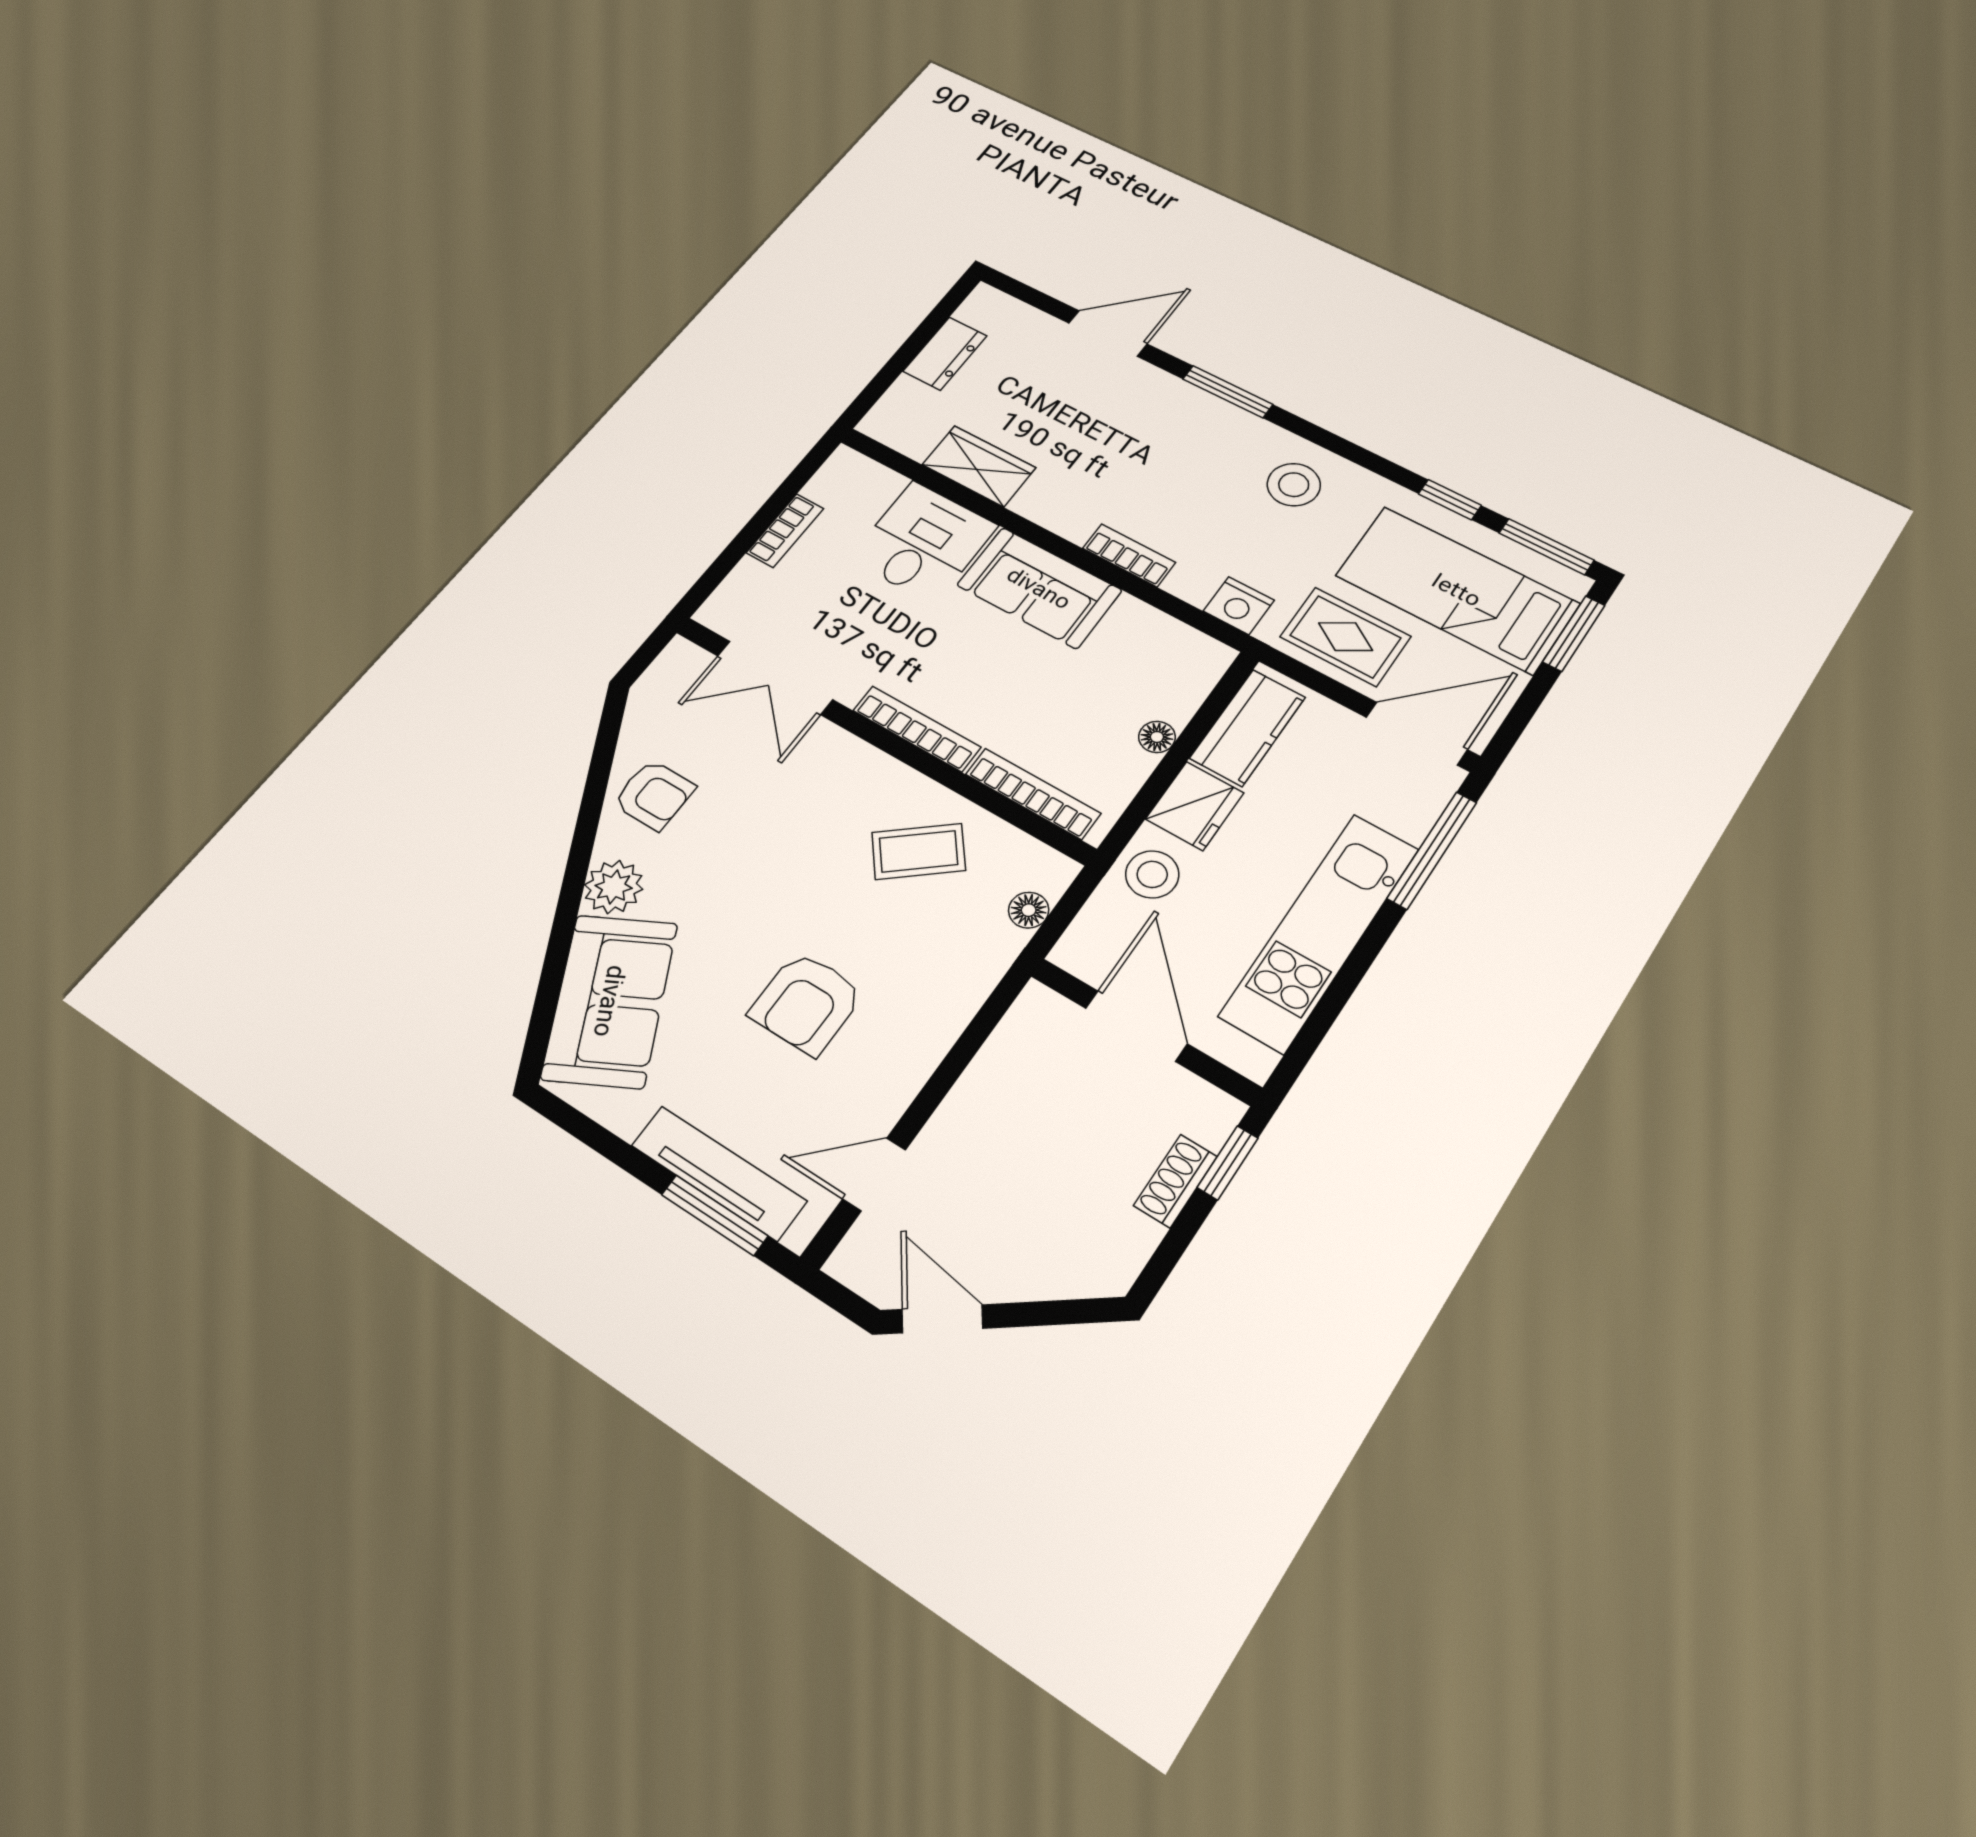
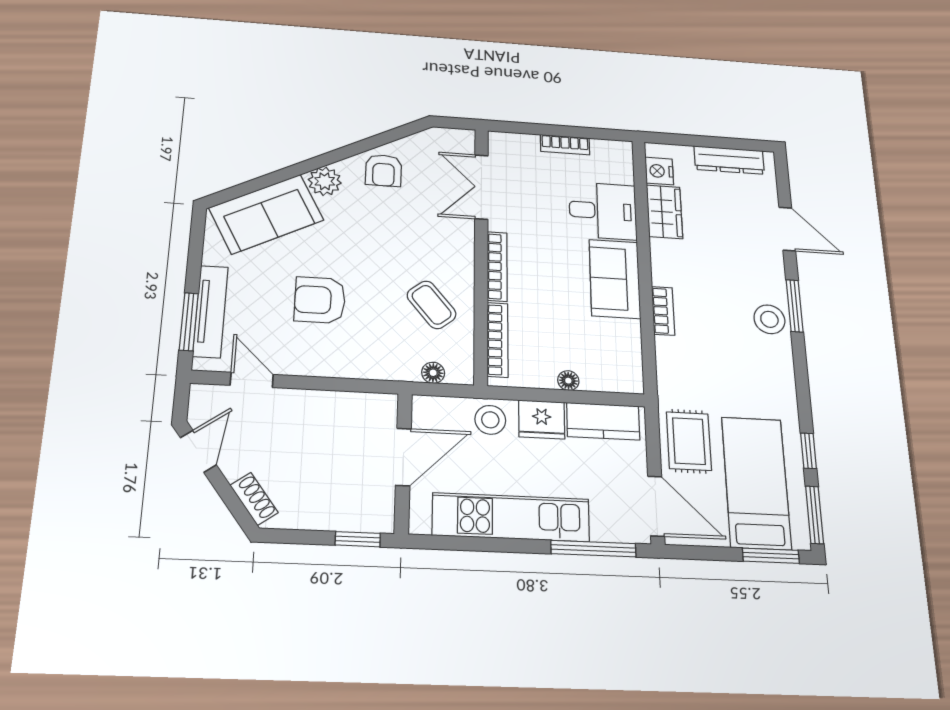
dresser: (945, 354) -> (729, 160), width x1.44
stool: (1294, 485) -> (769, 319), moved
nightstand: (1239, 606) -> (659, 171), moved
shoe rack: (1175, 1181) -> (254, 499), moved, turned 54

